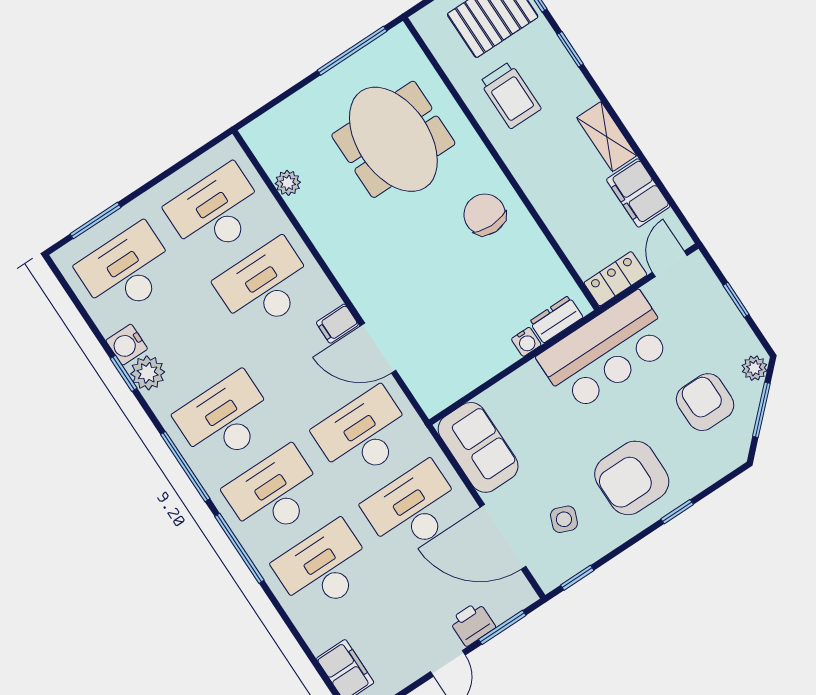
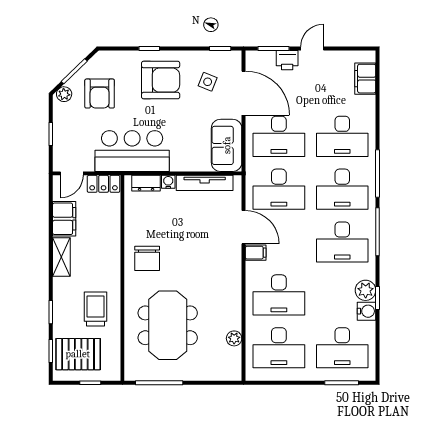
tv unit: (474, 374) -> (205, 183), added

